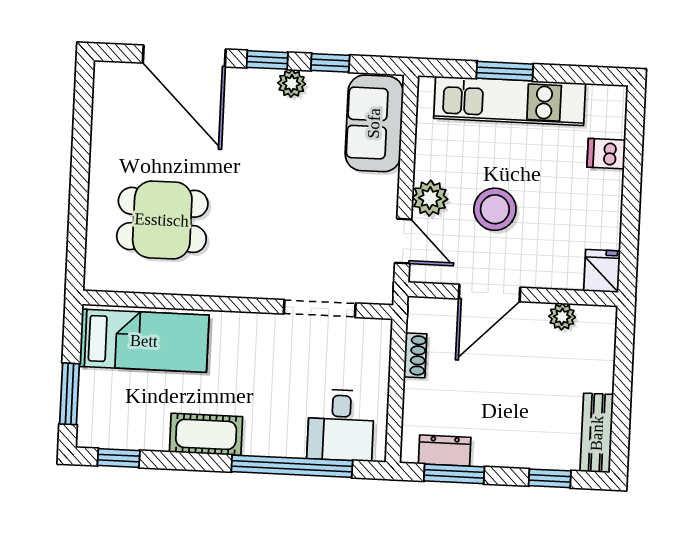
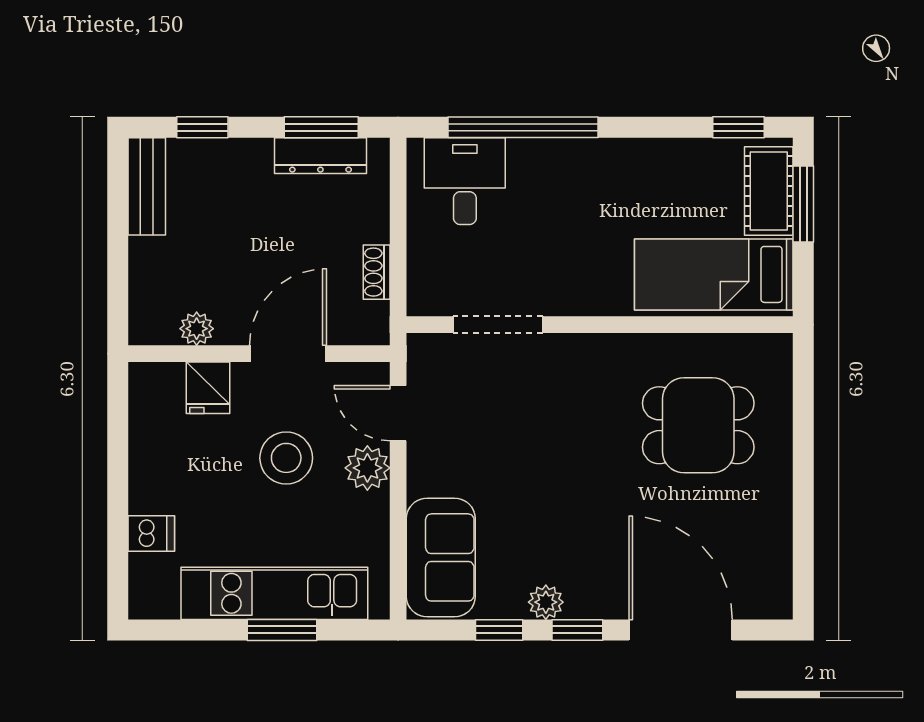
fridge: (602, 271) -> (208, 388), moved
cot: (206, 434) -> (769, 191), moved, turned 90
dresser: (445, 451) -> (320, 156), width x1.44

